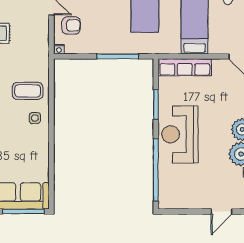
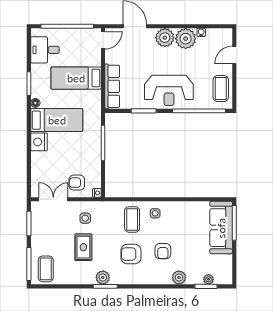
armchair: (71, 25) -> (77, 183), turned -90
side table: (29, 35) -> (85, 218), added
coffee table: (182, 196) -> (221, 89), added
door: (222, 211) -> (234, 55), swing flipped

